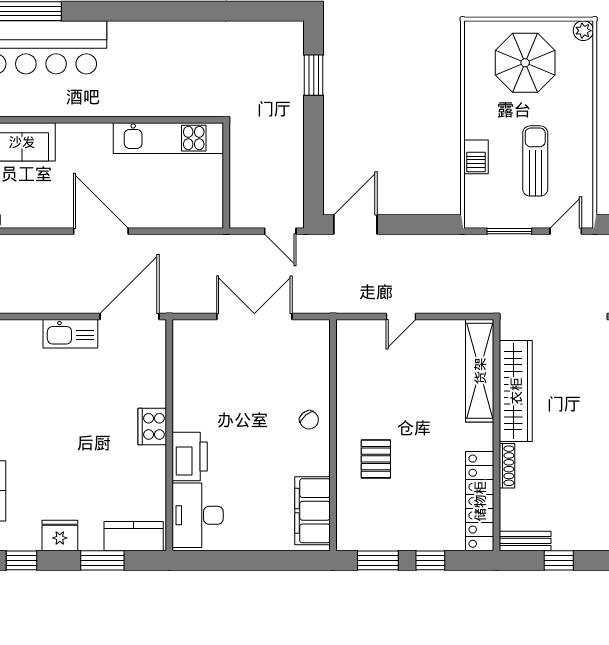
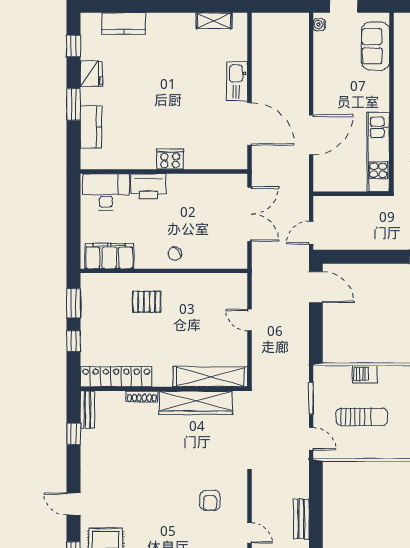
door: (101, 231) -> (311, 135), moved
cooker: (152, 426) -> (170, 159), moved
wall: (169, 435) -> (164, 172), moved
printer: (190, 457) -> (148, 186), moved
desk: (198, 515) -> (106, 192), moved

